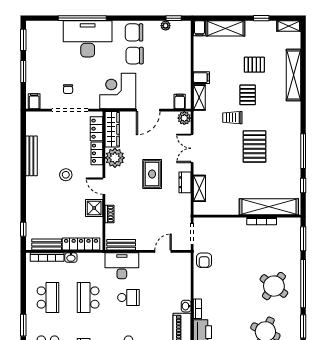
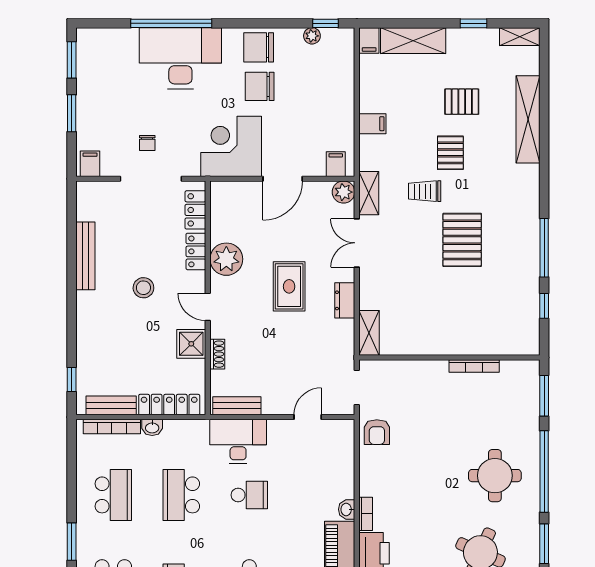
shelving: (199, 97) -> (369, 193), moved
wardrobe: (112, 129) -> (222, 211), removed
shelving: (199, 188) -> (369, 333), moved
shelving: (269, 207) -> (486, 342), removed
round table: (274, 286) -> (495, 476), turned -37

